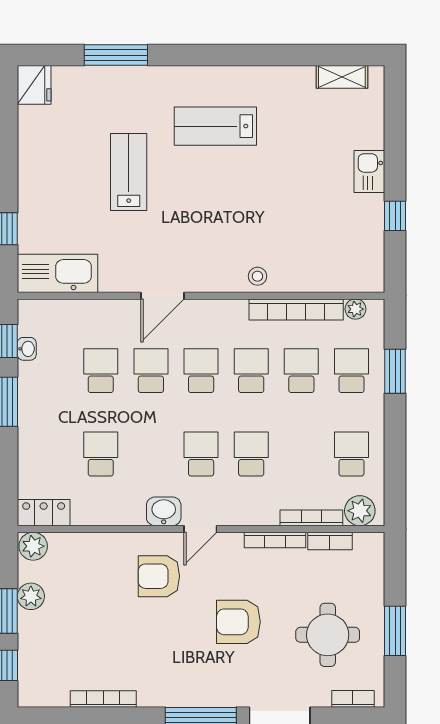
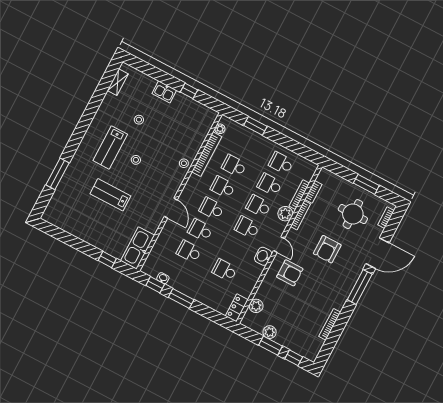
fridge: (34, 85) -> (52, 216), removed
stool: (294, 152) -> (139, 120), added
stool: (217, 185) -> (136, 160), added
school desk: (352, 371) -> (270, 185), moved
plant: (360, 511) -> (285, 214), moved
plant: (33, 546) -> (256, 306), moved
armchair: (159, 576) -> (290, 273), turned -90

